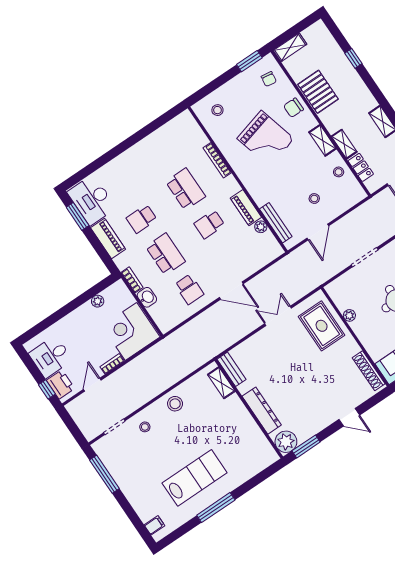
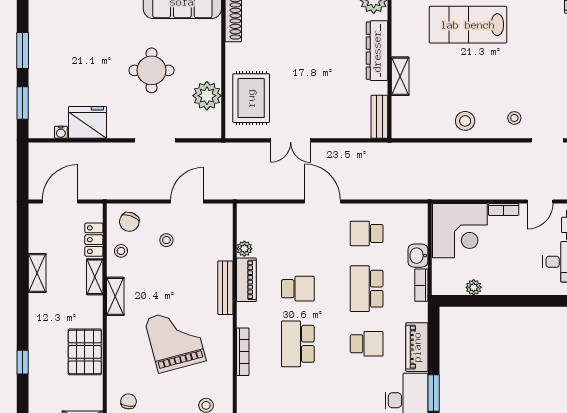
chair: (293, 108) -> (129, 222), moved, turned 110
bench: (276, 223) -> (225, 288), moved
school desk: (189, 289) -> (367, 233), turned -90
plant: (349, 315) -> (207, 96), width x1.87, depth x1.87
shelving: (221, 383) -> (400, 76), moved
lab bench: (195, 478) -> (468, 25), moved

